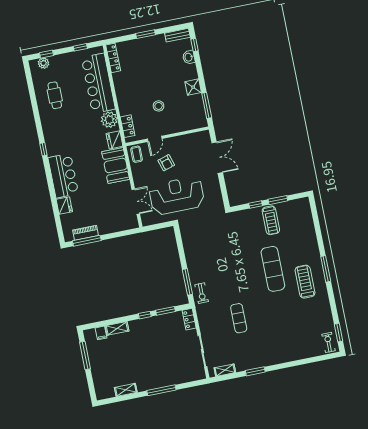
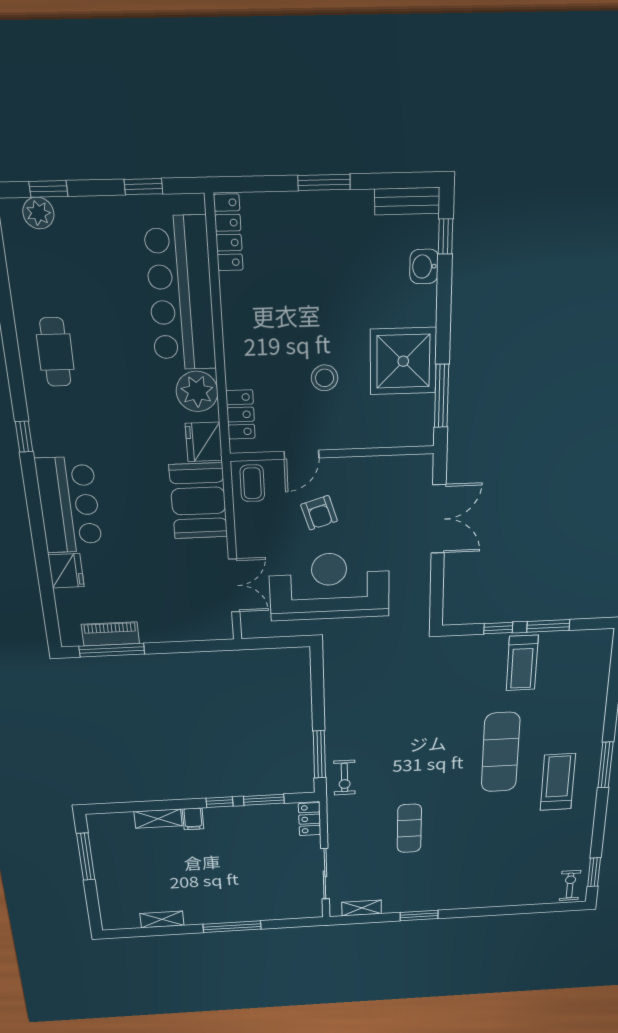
shower: (193, 87) -> (403, 361), width x1.86, depth x1.86
cafe table: (55, 95) -> (55, 352), moved
filing cabinet: (101, 333) -> (193, 819), moved

